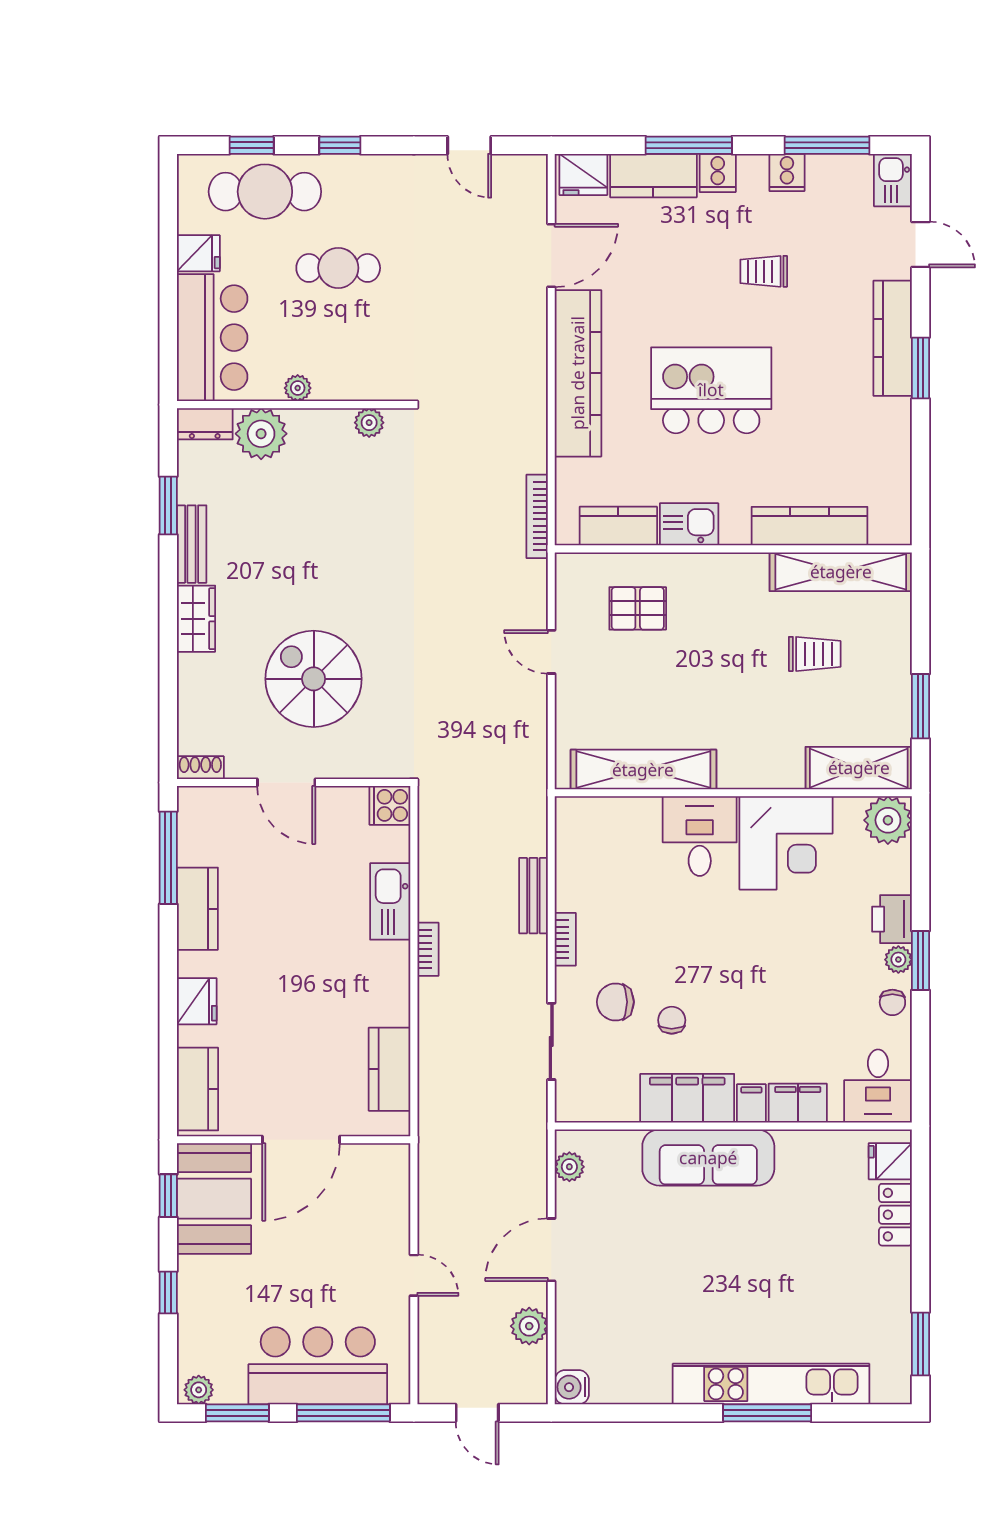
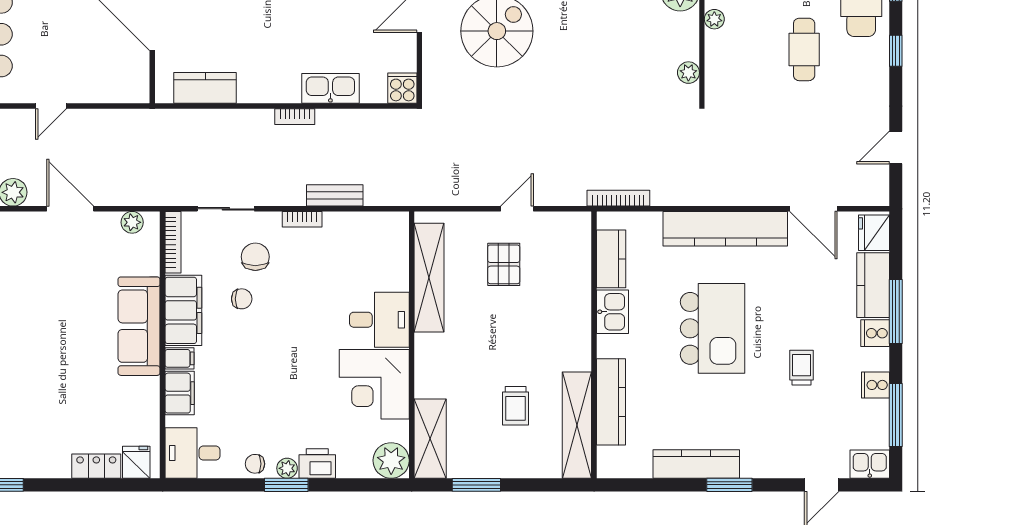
kitchen counter: (893, 338) -> (696, 464), moved
pallet: (638, 608) -> (504, 264), moved
bookcase: (596, 1112) -> (173, 242), added

